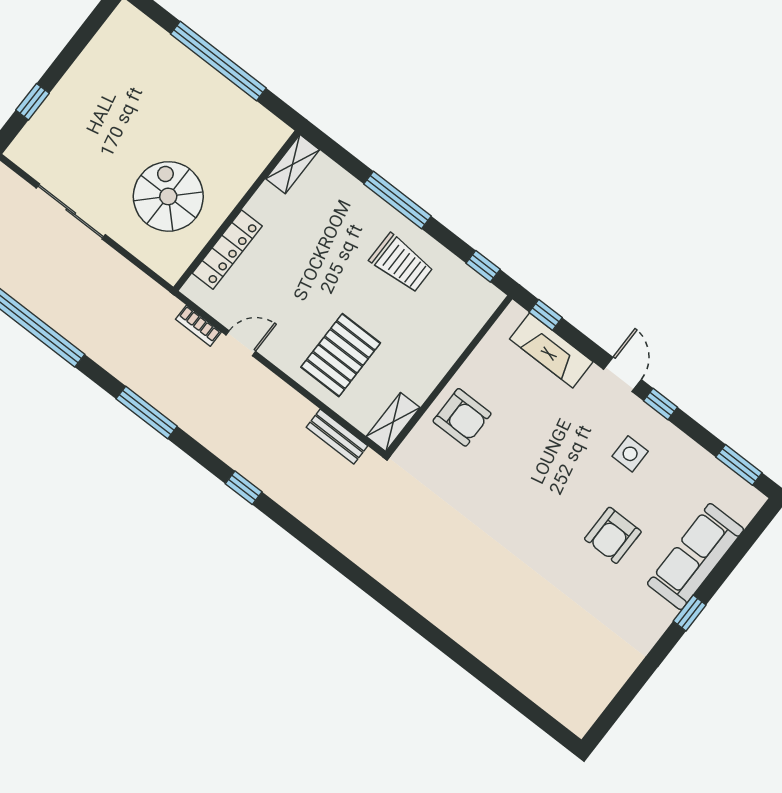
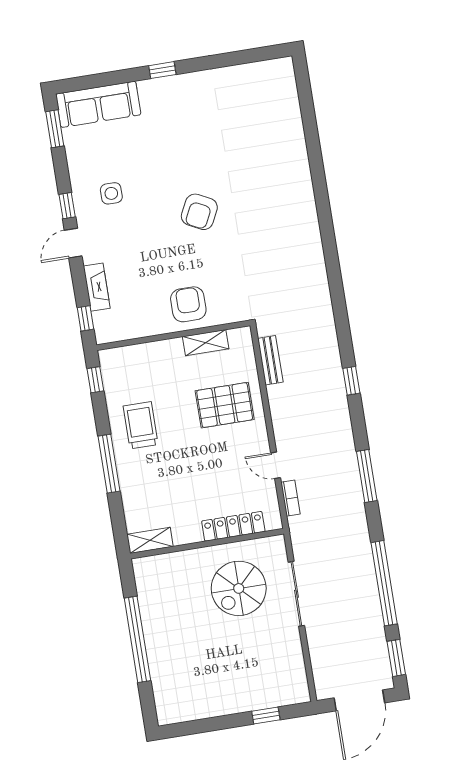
sliding door: (71, 211) -> (296, 594), moved
fireplace: (551, 350) -> (97, 287), width x0.73, depth x0.76
shelving: (393, 422) -> (206, 343), moved
armchair: (613, 535) -> (199, 212), moved, turned 117
sofa: (695, 557) -> (98, 104), moved

